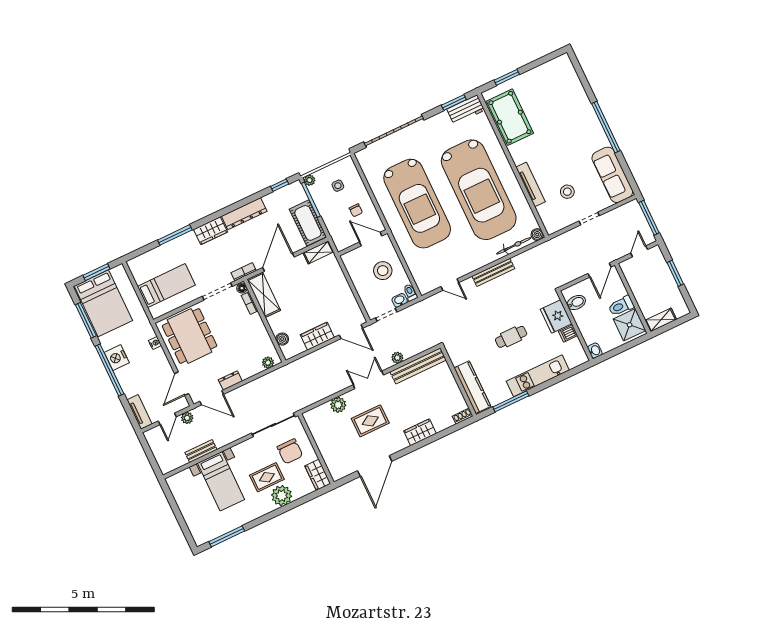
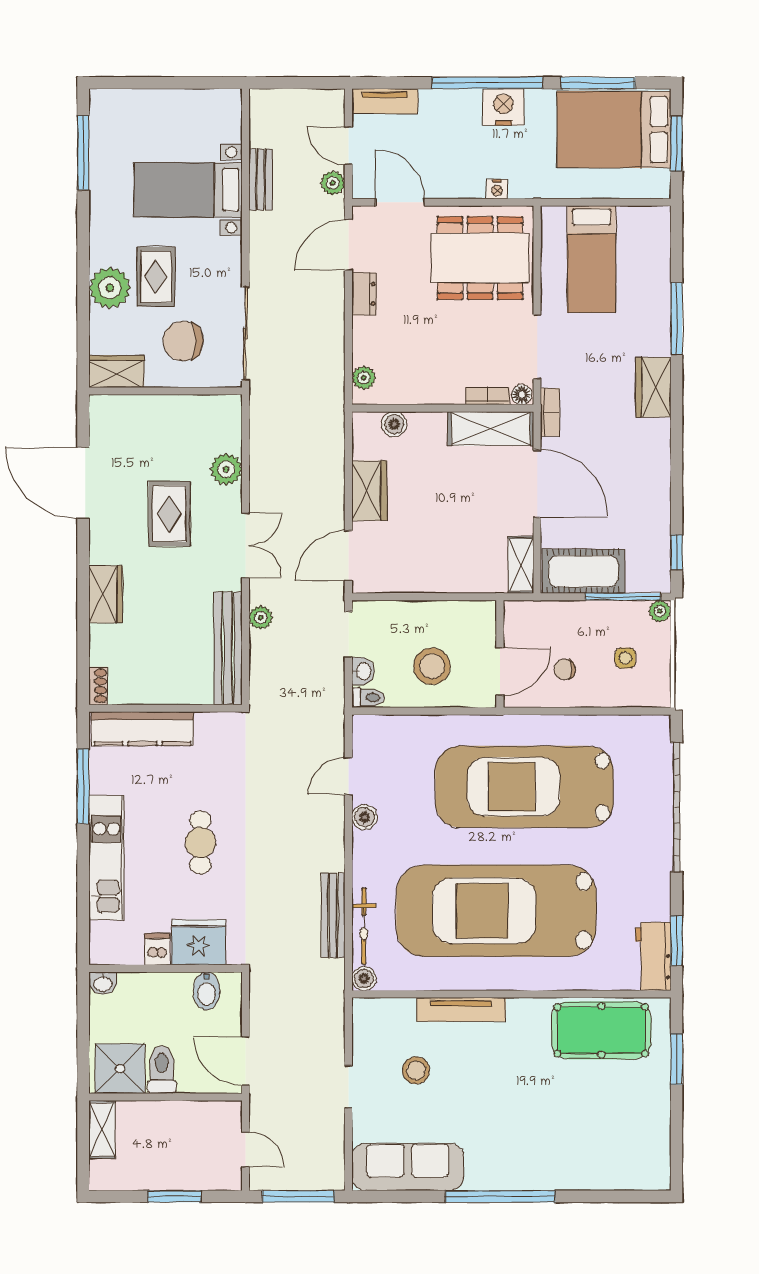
dresser: (244, 214) -> (655, 463), removed
boiler: (465, 269) -> (364, 817), added
bench: (493, 272) -> (333, 916), moved

